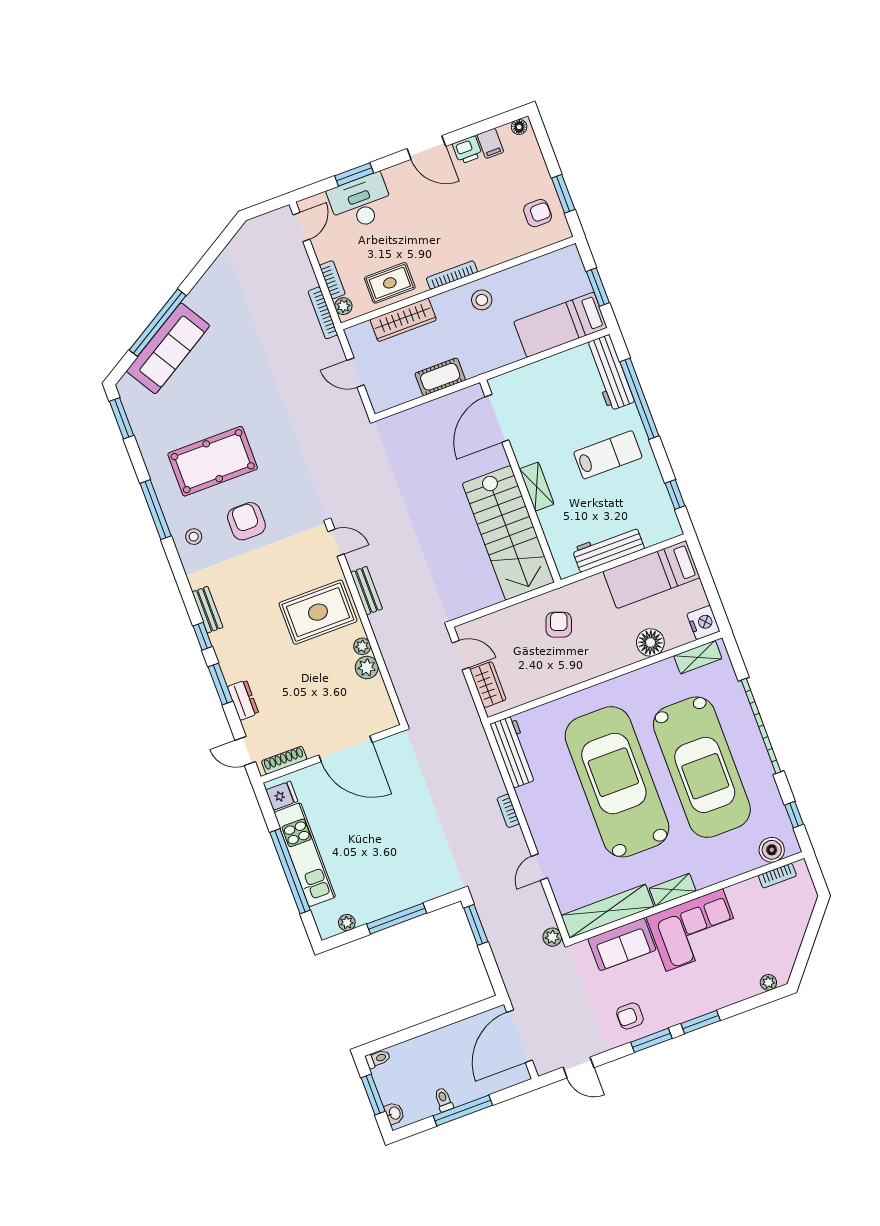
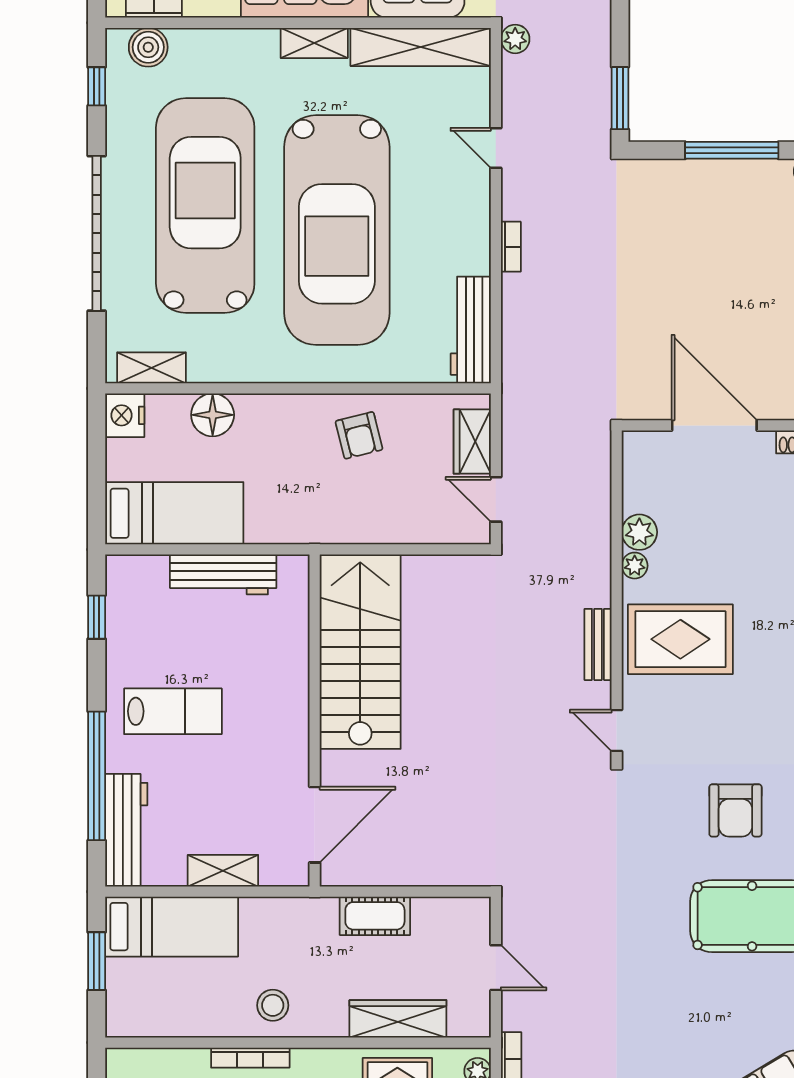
bookcase: (452, 275) -> (250, 1058), moved
lab bench: (608, 455) -> (173, 711), turned 180
shelving: (537, 487) -> (223, 871), moved, turned 90
armchair: (559, 625) -> (359, 435), moved, turned -34
door: (539, 867) -> (496, 148), swing flipped

